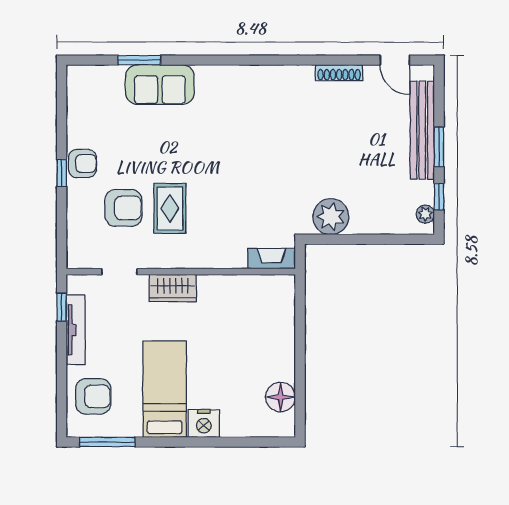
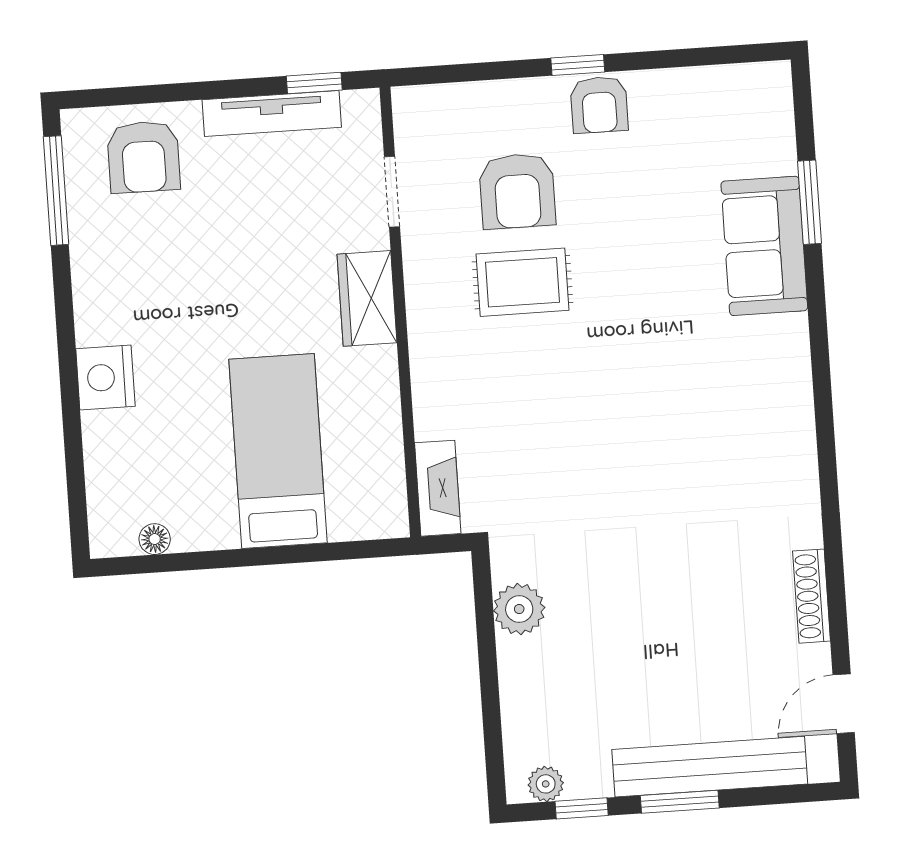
plant: (331, 217) -> (519, 609), width x0.73, depth x0.73
bed: (165, 389) -> (278, 451), moved, turned -90
floor lamp: (281, 397) -> (155, 539), width x0.53, depth x0.53

